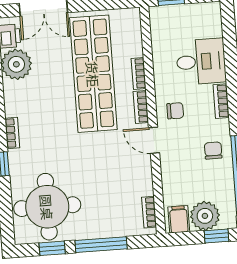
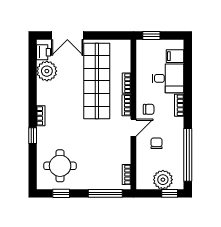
door: (154, 140) -> (133, 128), swing flipped
chair: (213, 151) -> (157, 143), moved
round table: (47, 207) -> (60, 166), width x0.73, depth x0.73
filing cabinet: (179, 219) -> (175, 56), moved, turned -90
window: (101, 245) -> (105, 193), moved

